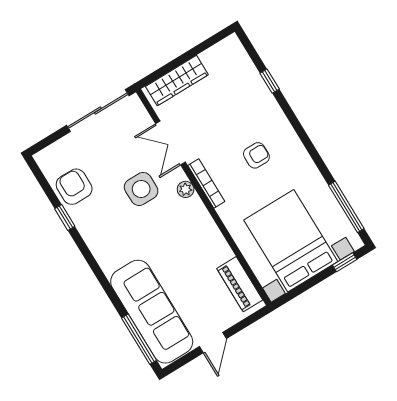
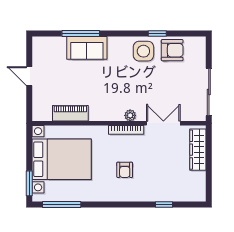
side table: (141, 189) -> (143, 51), moved
window: (345, 262) -> (29, 183), width x1.50
piano: (240, 284) -> (70, 113), moved
sofa: (152, 312) -> (87, 48), width x0.54, depth x0.79
window: (139, 339) -> (81, 33), moved

